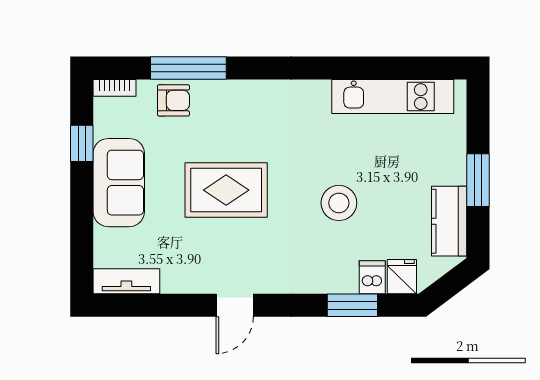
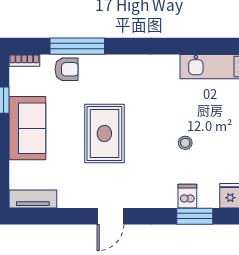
rug: (226, 190) -> (104, 134), turned 90
stool: (339, 203) -> (185, 143), width x0.53, depth x0.53
dishwasher: (372, 277) -> (187, 196), moved

